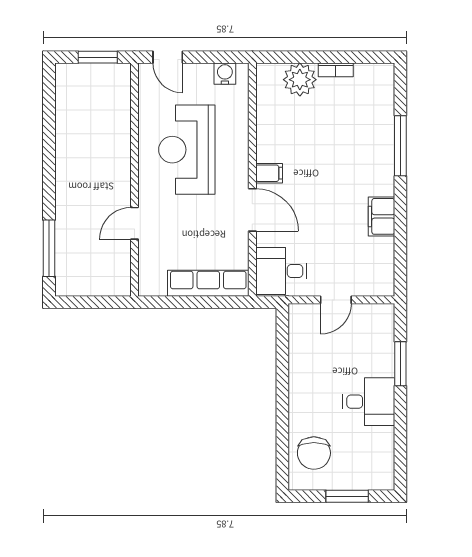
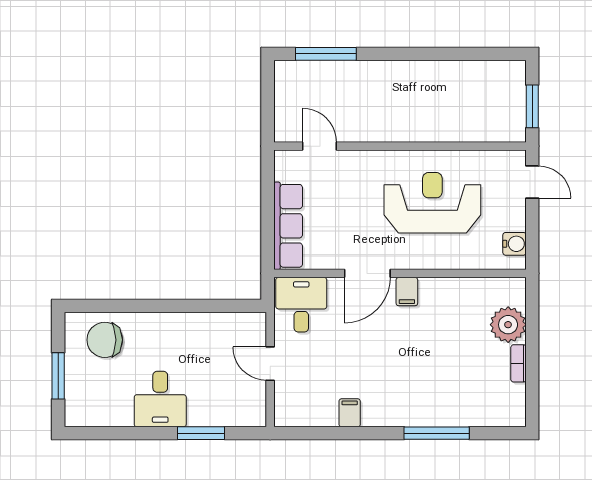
door: (168, 57) -> (532, 182), swing flipped
filing cabinet: (381, 216) -> (350, 413), width x0.50
door: (135, 223) -> (320, 146), moved

